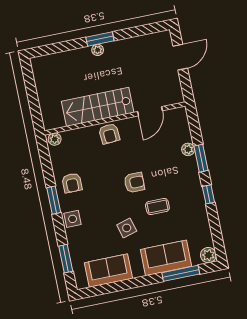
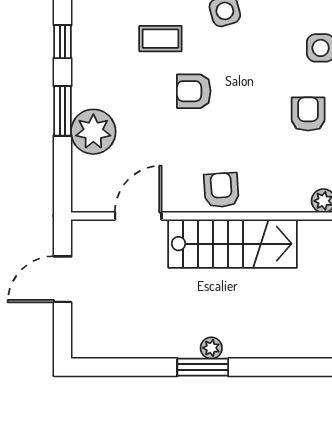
door: (180, 57) -> (62, 279), moved
plant: (188, 149) -> (93, 132), width x1.87, depth x1.87

